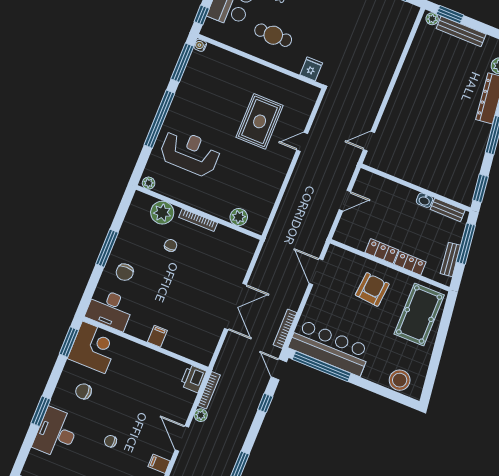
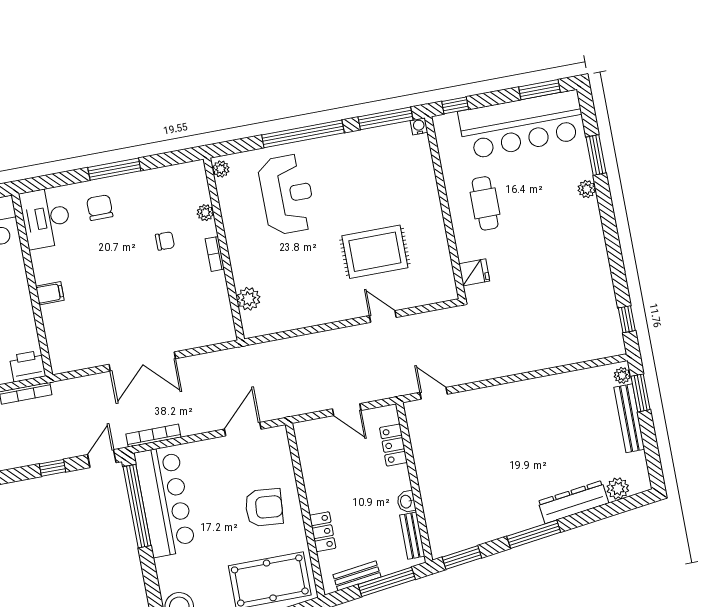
plant: (162, 213) -> (205, 213), width x0.53, depth x0.53
bookcase: (198, 220) -> (215, 254), width x0.64
locker: (382, 251) -> (393, 445), moved, turned 180
chair: (125, 272) -> (100, 208), turned 90

